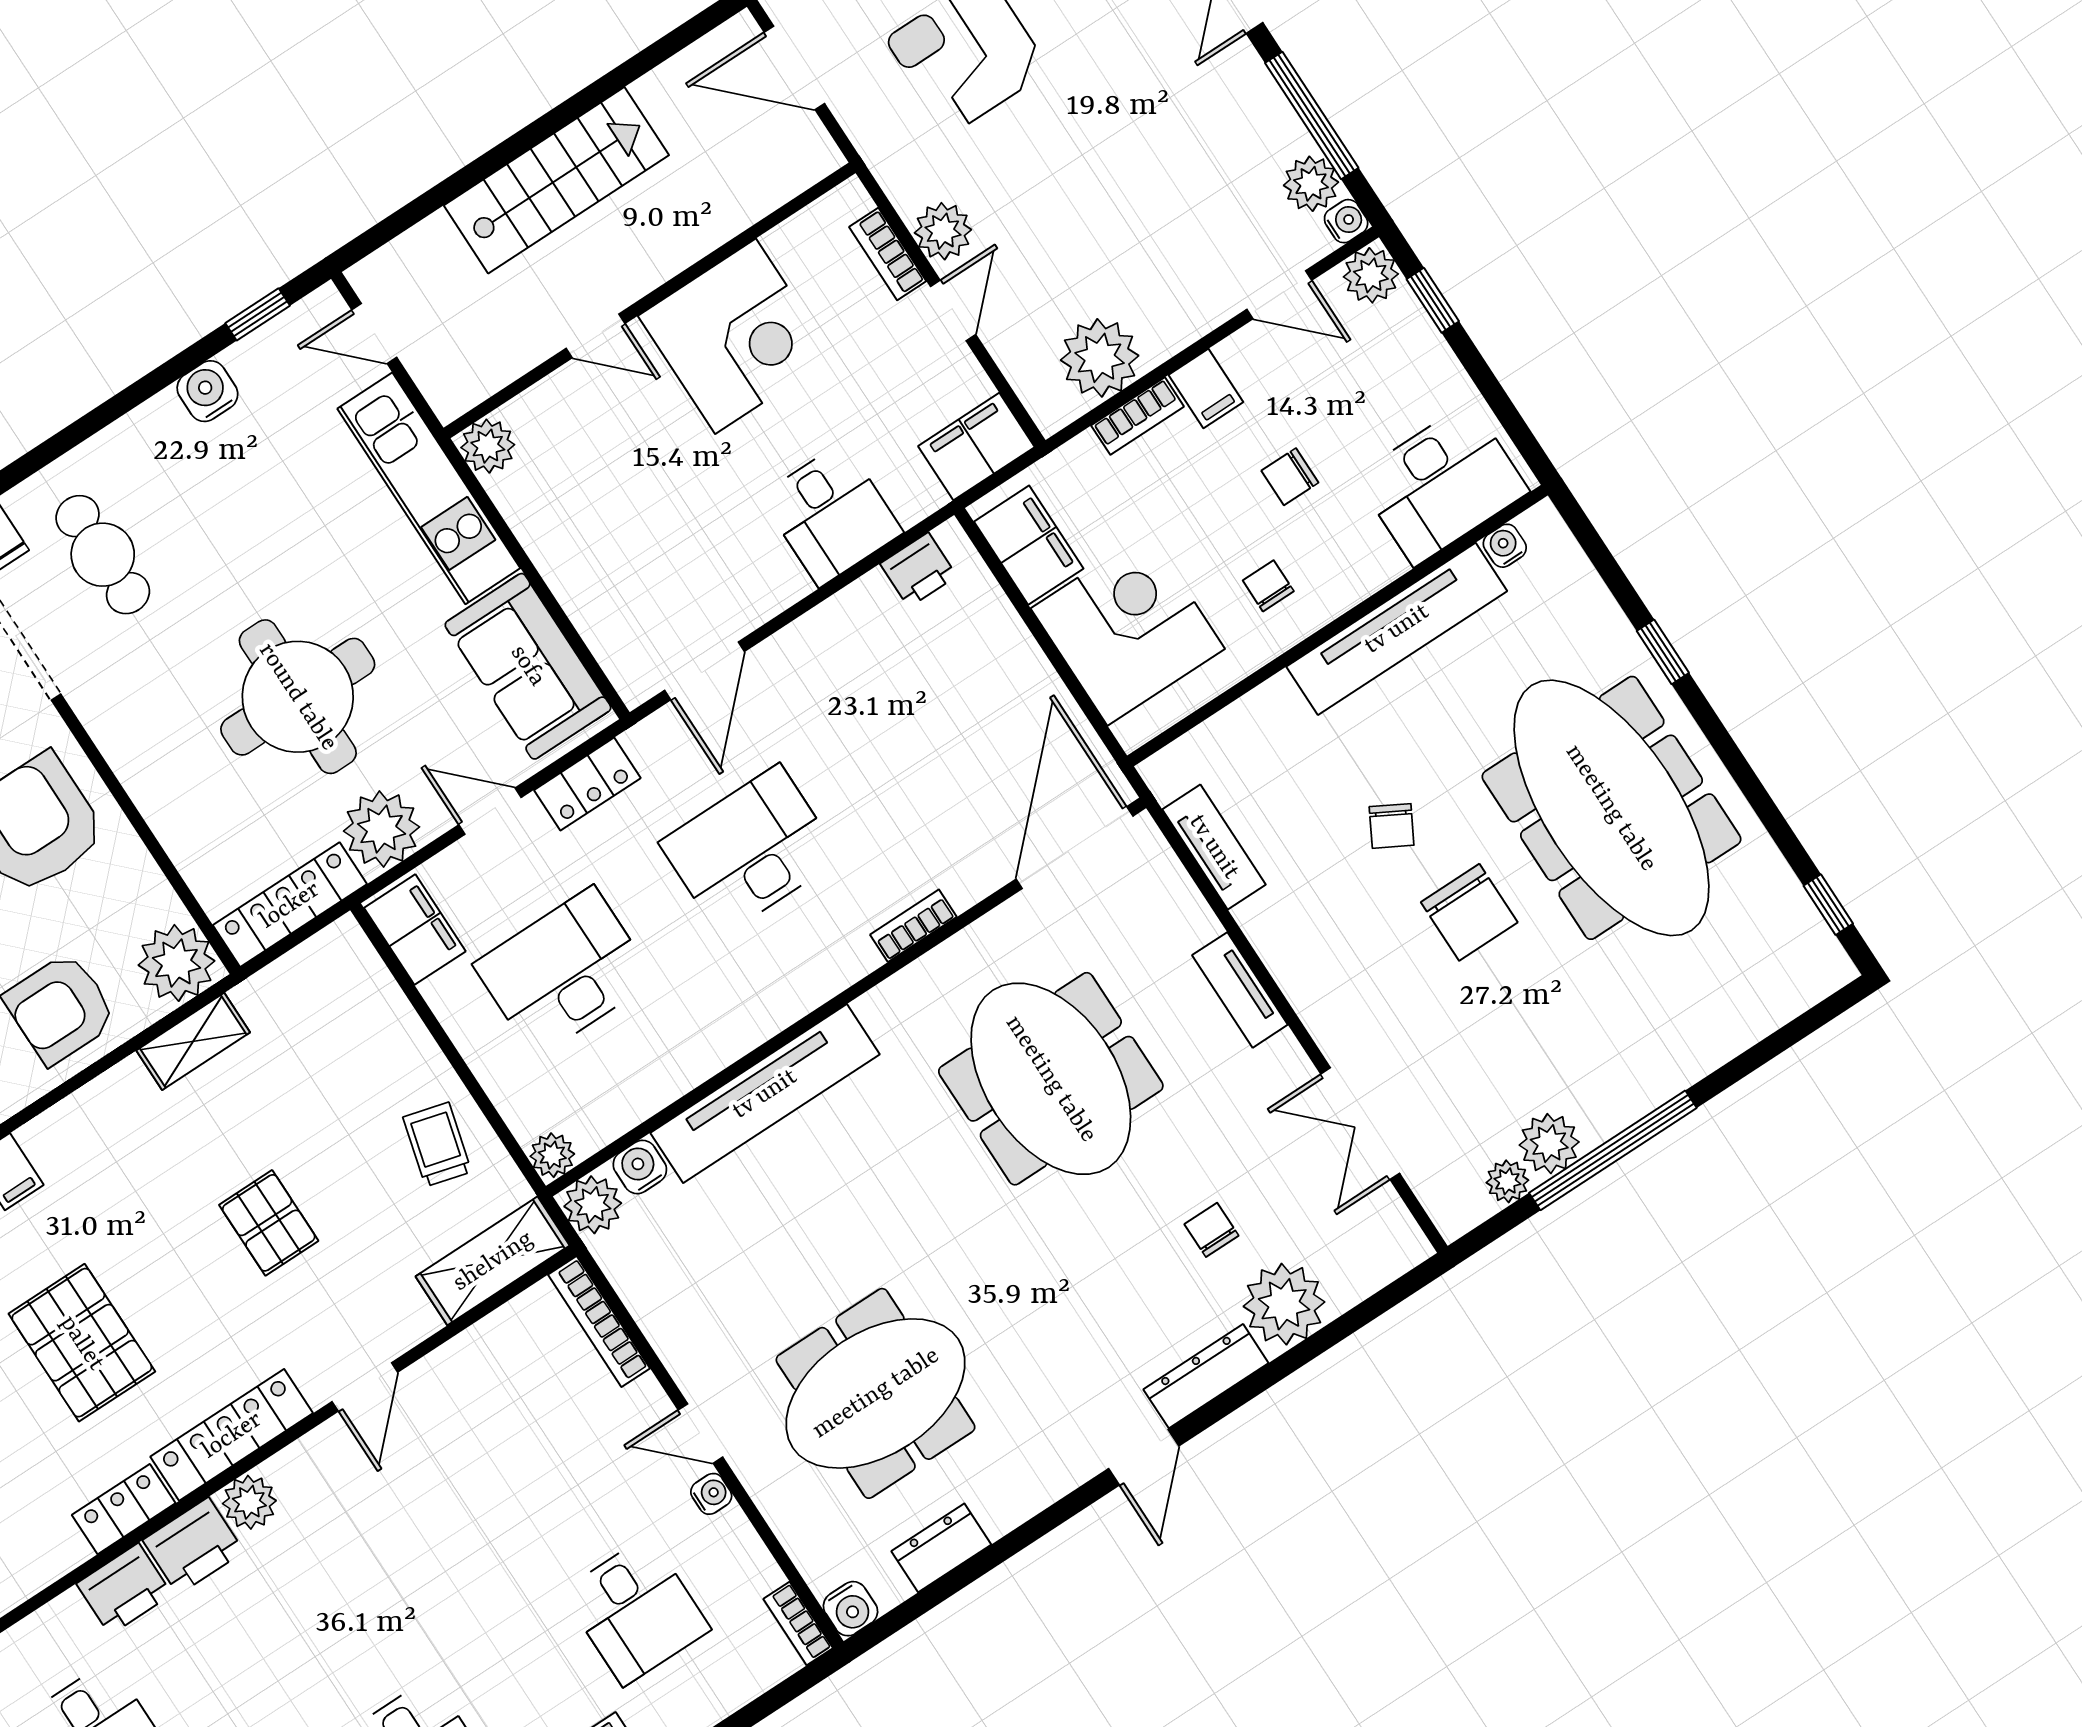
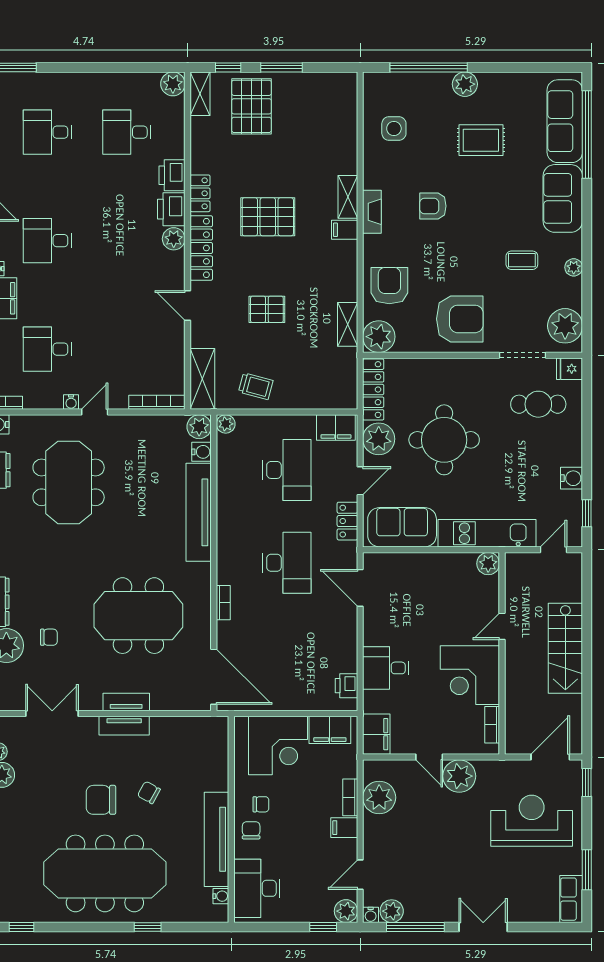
plant: (943, 231) -> (459, 776), width x1.36, depth x1.36
bookcase: (888, 254) -> (492, 725), moved, turned -90
chair: (1290, 477) -> (251, 830), moved
tv unit: (1214, 847) -> (124, 726), moved

